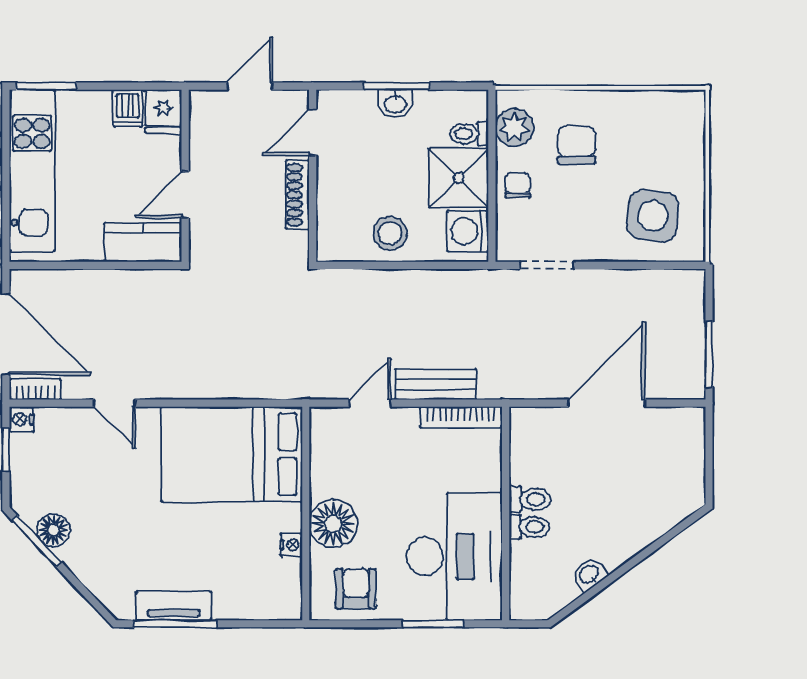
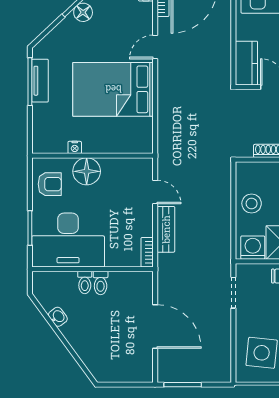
bookcase: (461, 417) -> (147, 252), width x0.64
bed: (232, 454) -> (113, 89), moved, turned -90

